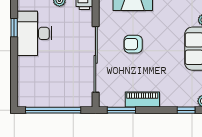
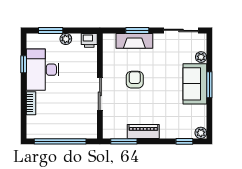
armchair: (133, 44) -> (135, 80), turned 90
sliding door: (96, 59) -> (100, 94), width x0.54
bookcase: (22, 69) -> (31, 103), added

